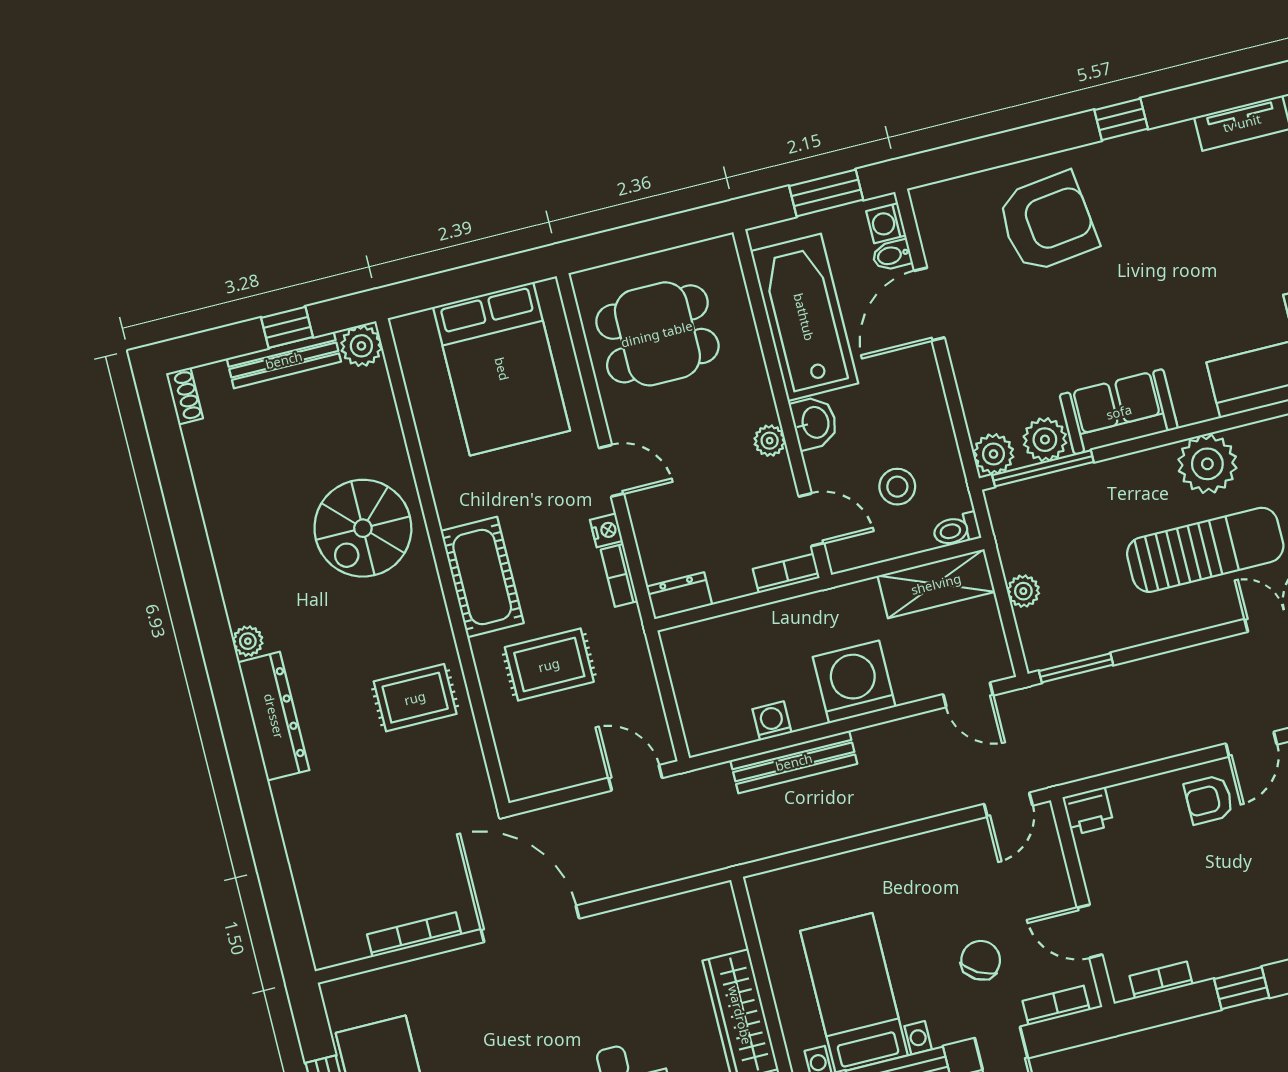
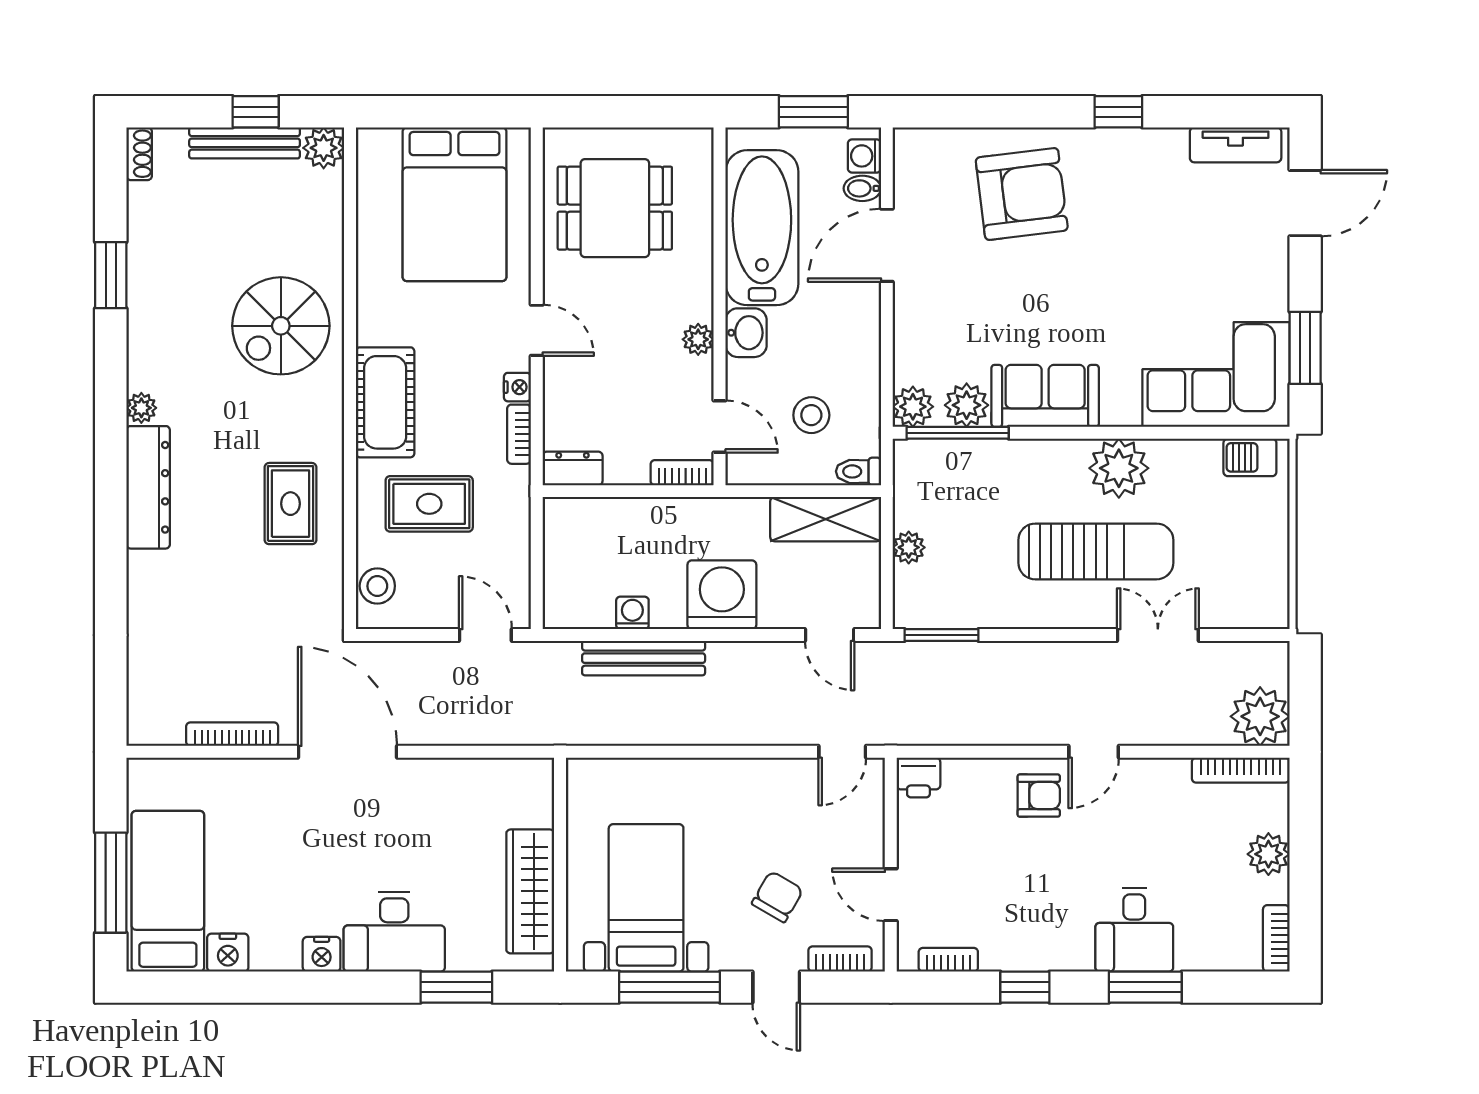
window: (186, 520) -> (111, 275), added
rug: (415, 698) -> (291, 504), turned 90
stool: (519, 756) -> (377, 586), added
armchair: (1209, 800) -> (1039, 796), turned 180

